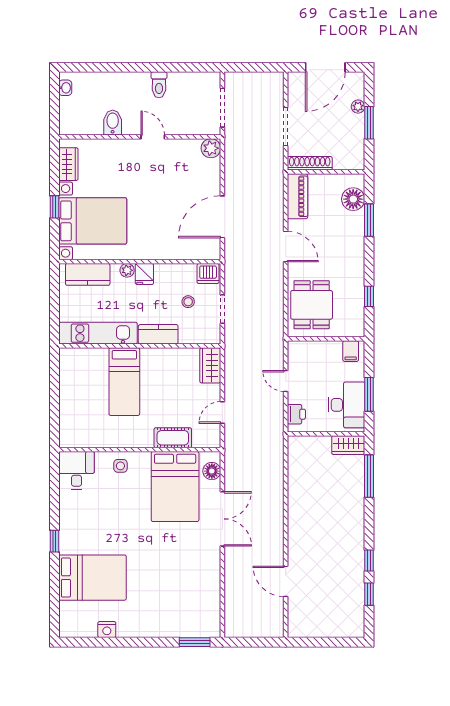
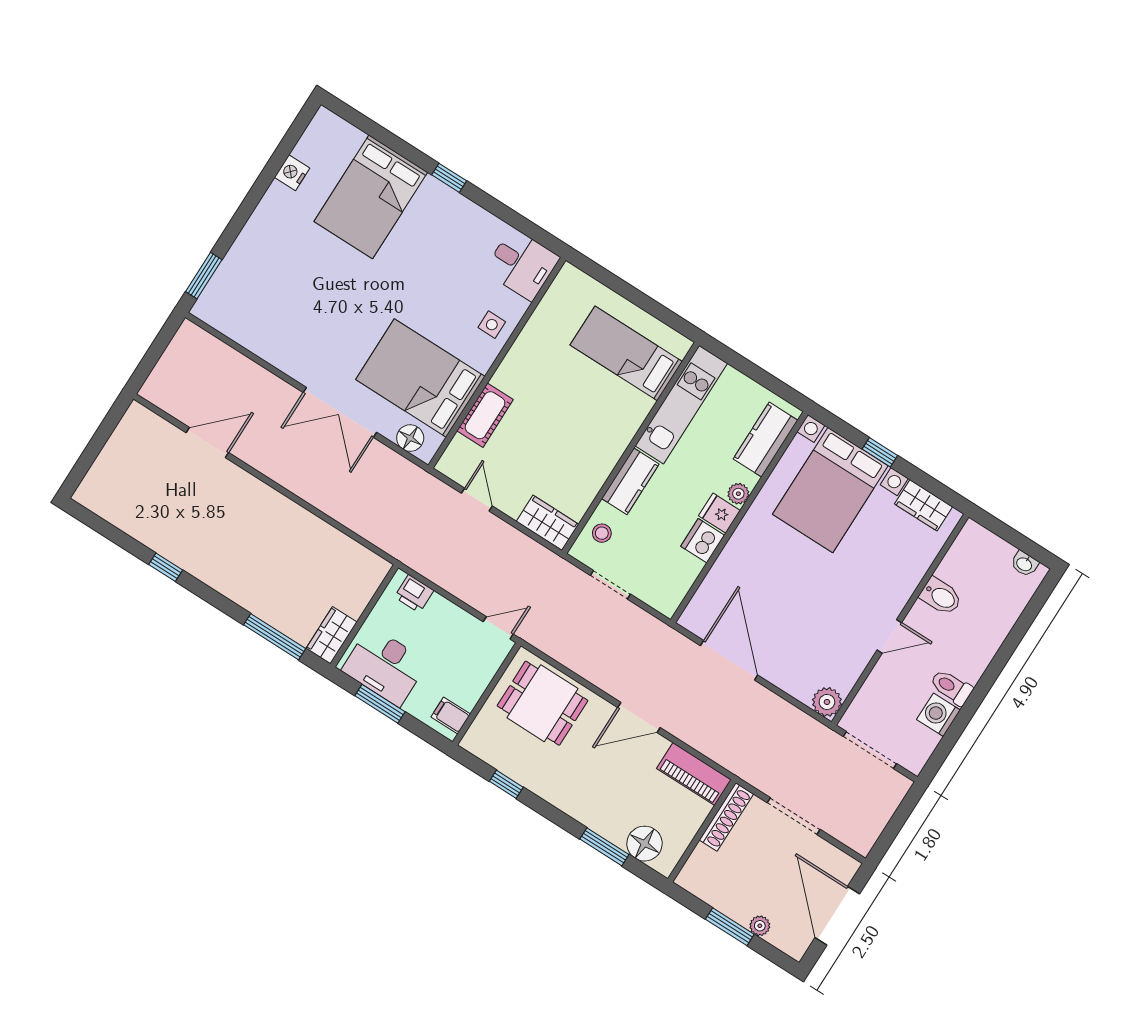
washing machine: (179, 82) -> (938, 715), added
dishwasher: (208, 273) -> (703, 541), moved
stool: (188, 302) -> (602, 533), moved
door: (286, 381) -> (498, 628), moved
bed: (124, 382) -> (626, 353), moved
window: (369, 594) -> (122, 540), removed

